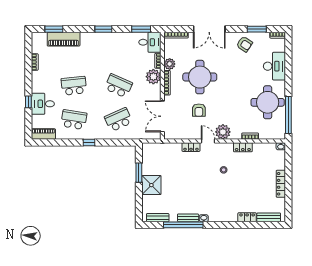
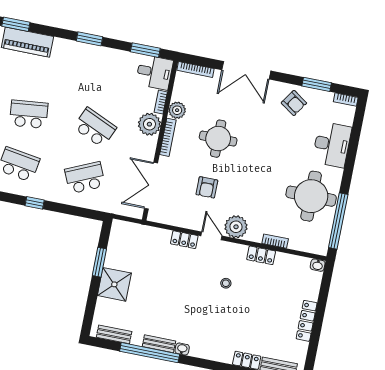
round table: (200, 77) -> (218, 139), width x0.73, depth x0.73

